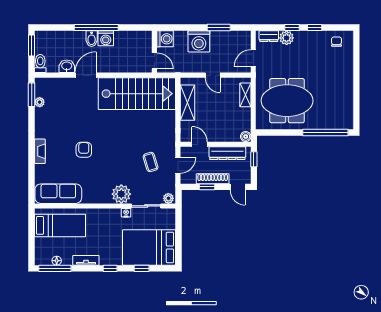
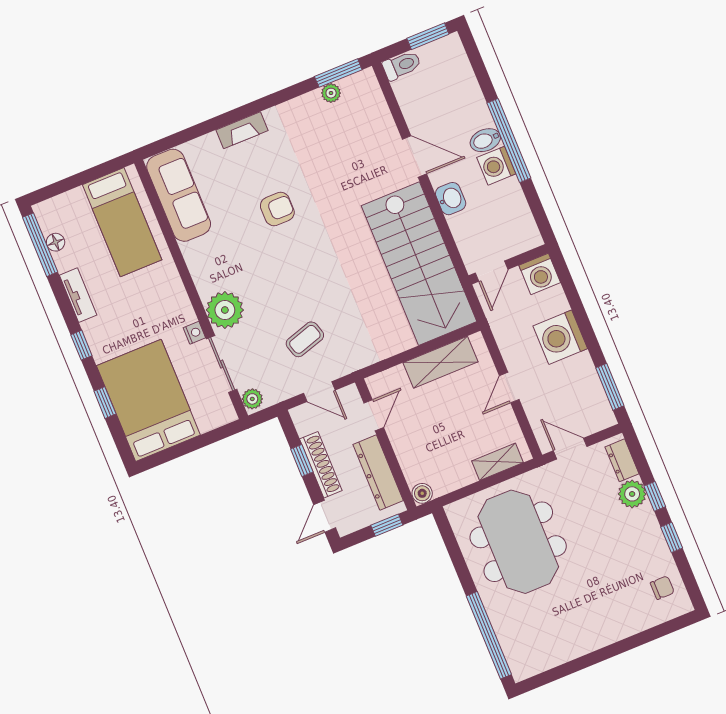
window: (219, 28) -> (610, 387), moved
washbasin: (67, 66) -> (451, 199), moved

